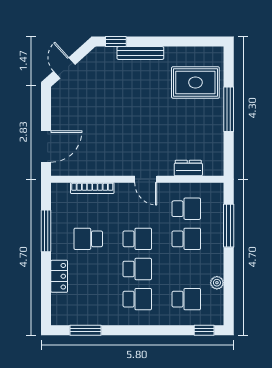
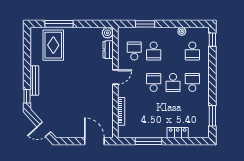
window: (229, 109) -> (59, 24), moved
plant: (215, 167) -> (108, 33), added
window: (229, 226) -> (145, 24), width x0.69
school desk: (88, 239) -> (154, 114), removed
school desk: (186, 239) -> (154, 51), turned 180
school desk: (137, 269) -> (173, 82), turned 180
school desk: (186, 299) -> (192, 51), turned 180

